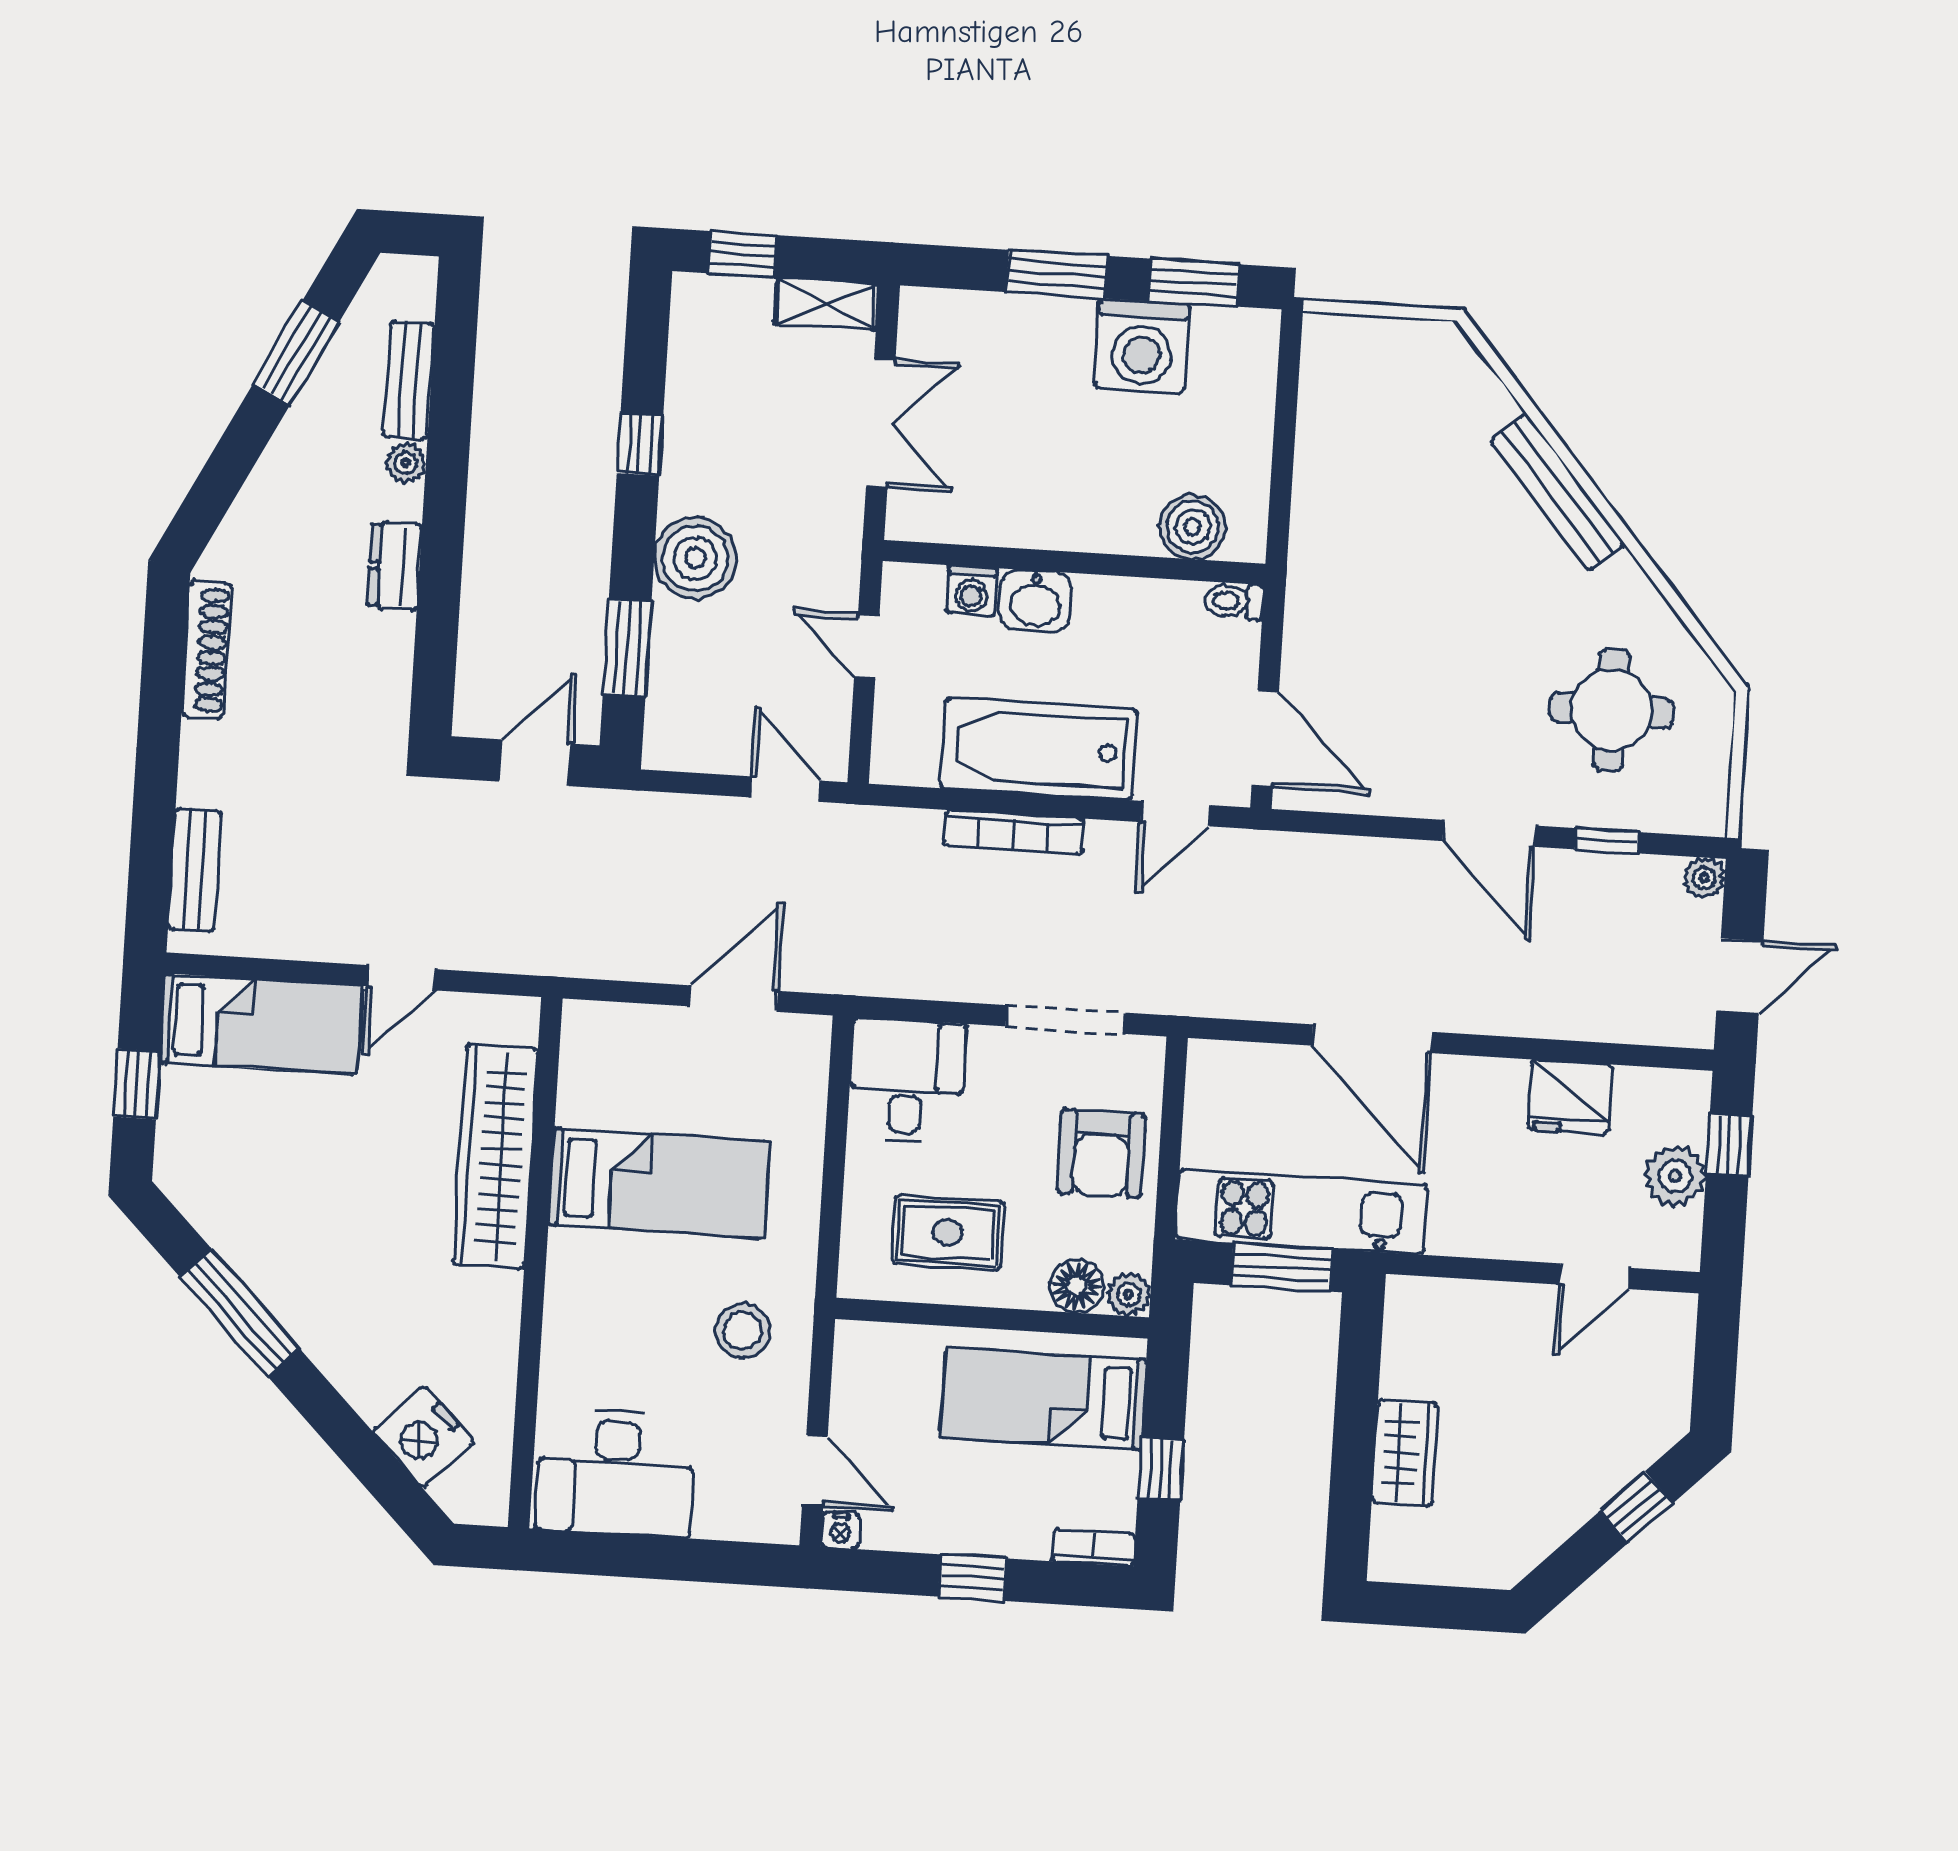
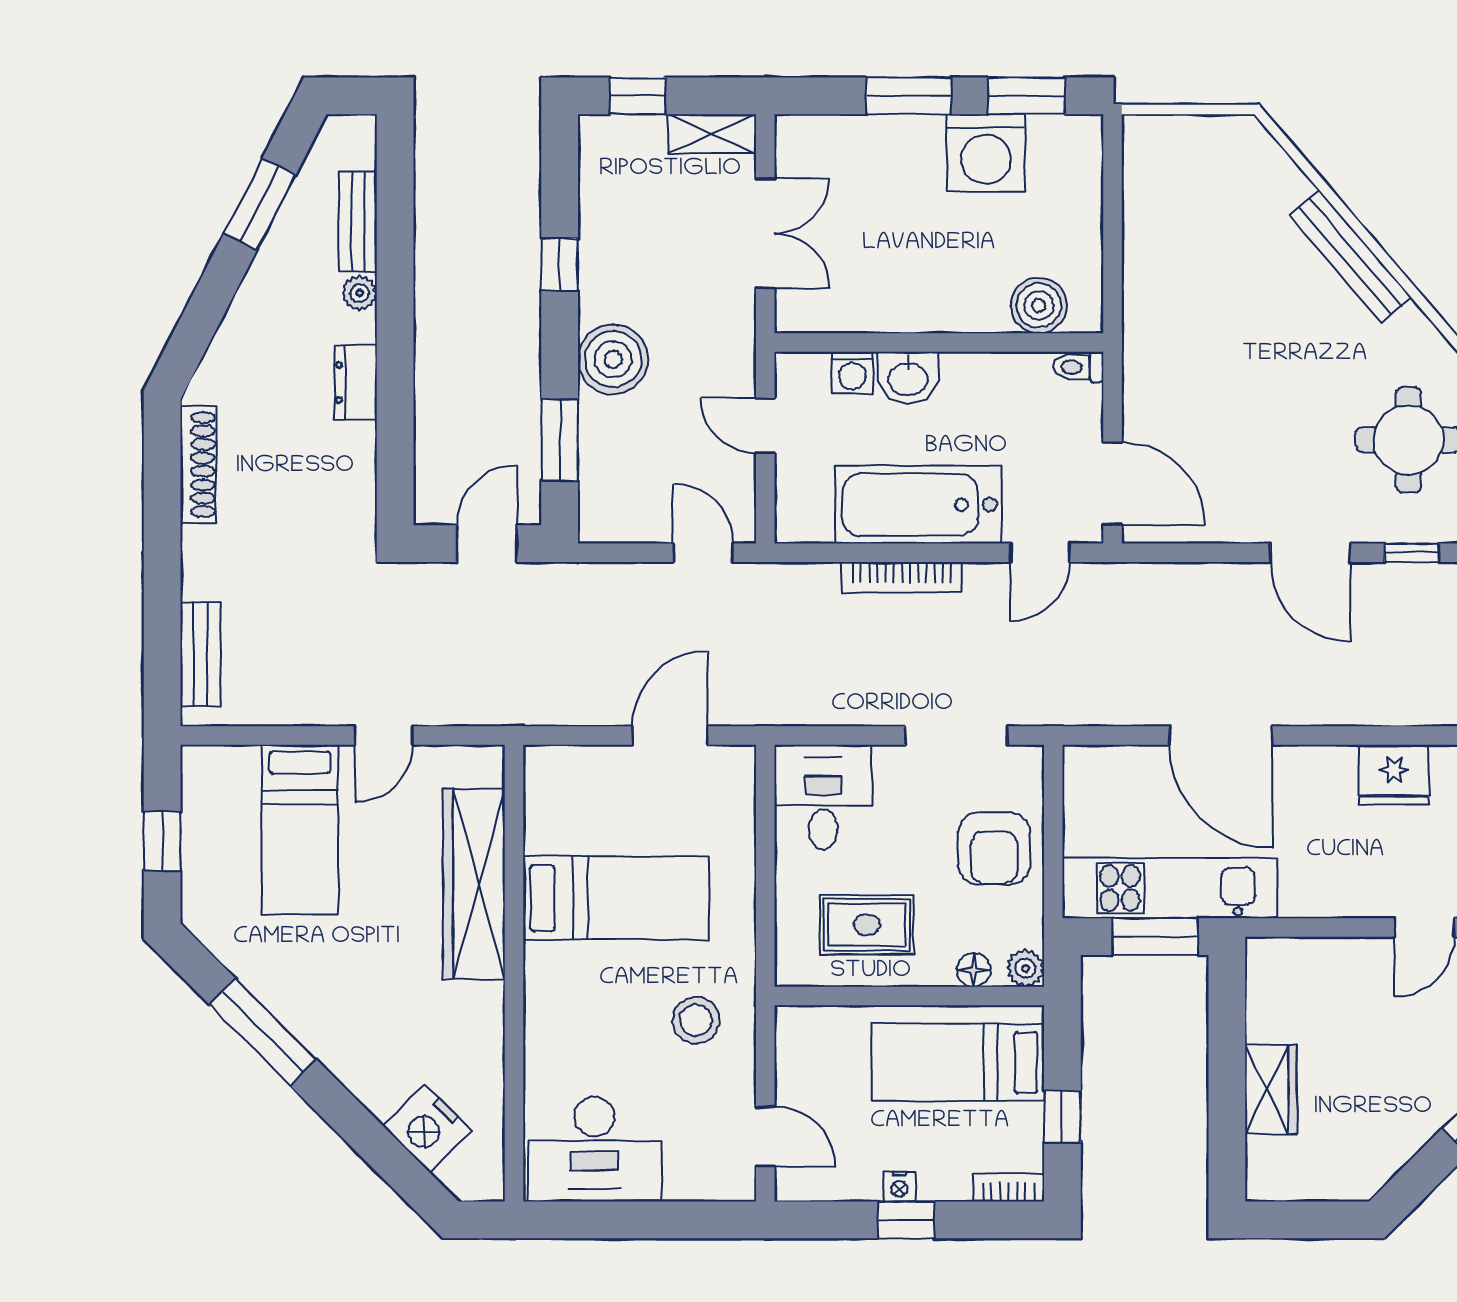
bed: (261, 1024) -> (300, 830), moved, turned 90
floor lamp: (1077, 1286) -> (974, 970), width x0.73, depth x0.73
nightstand: (840, 1530) -> (899, 1186), moved

